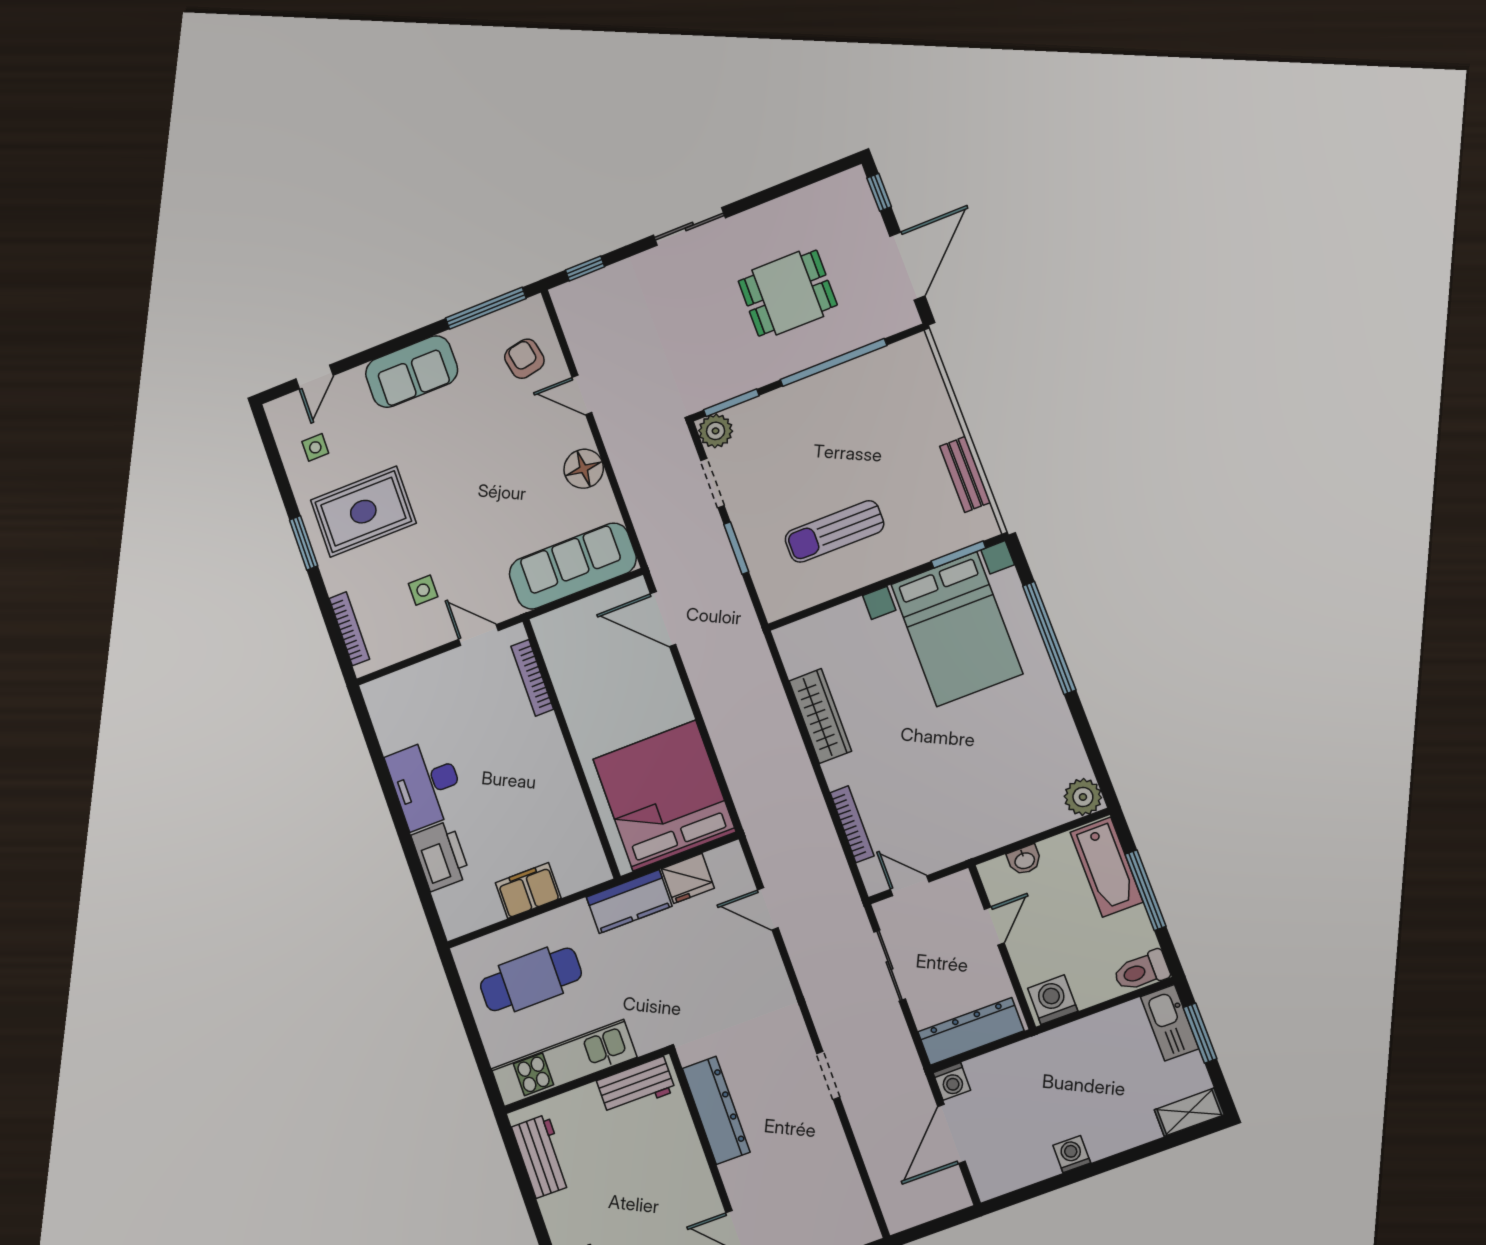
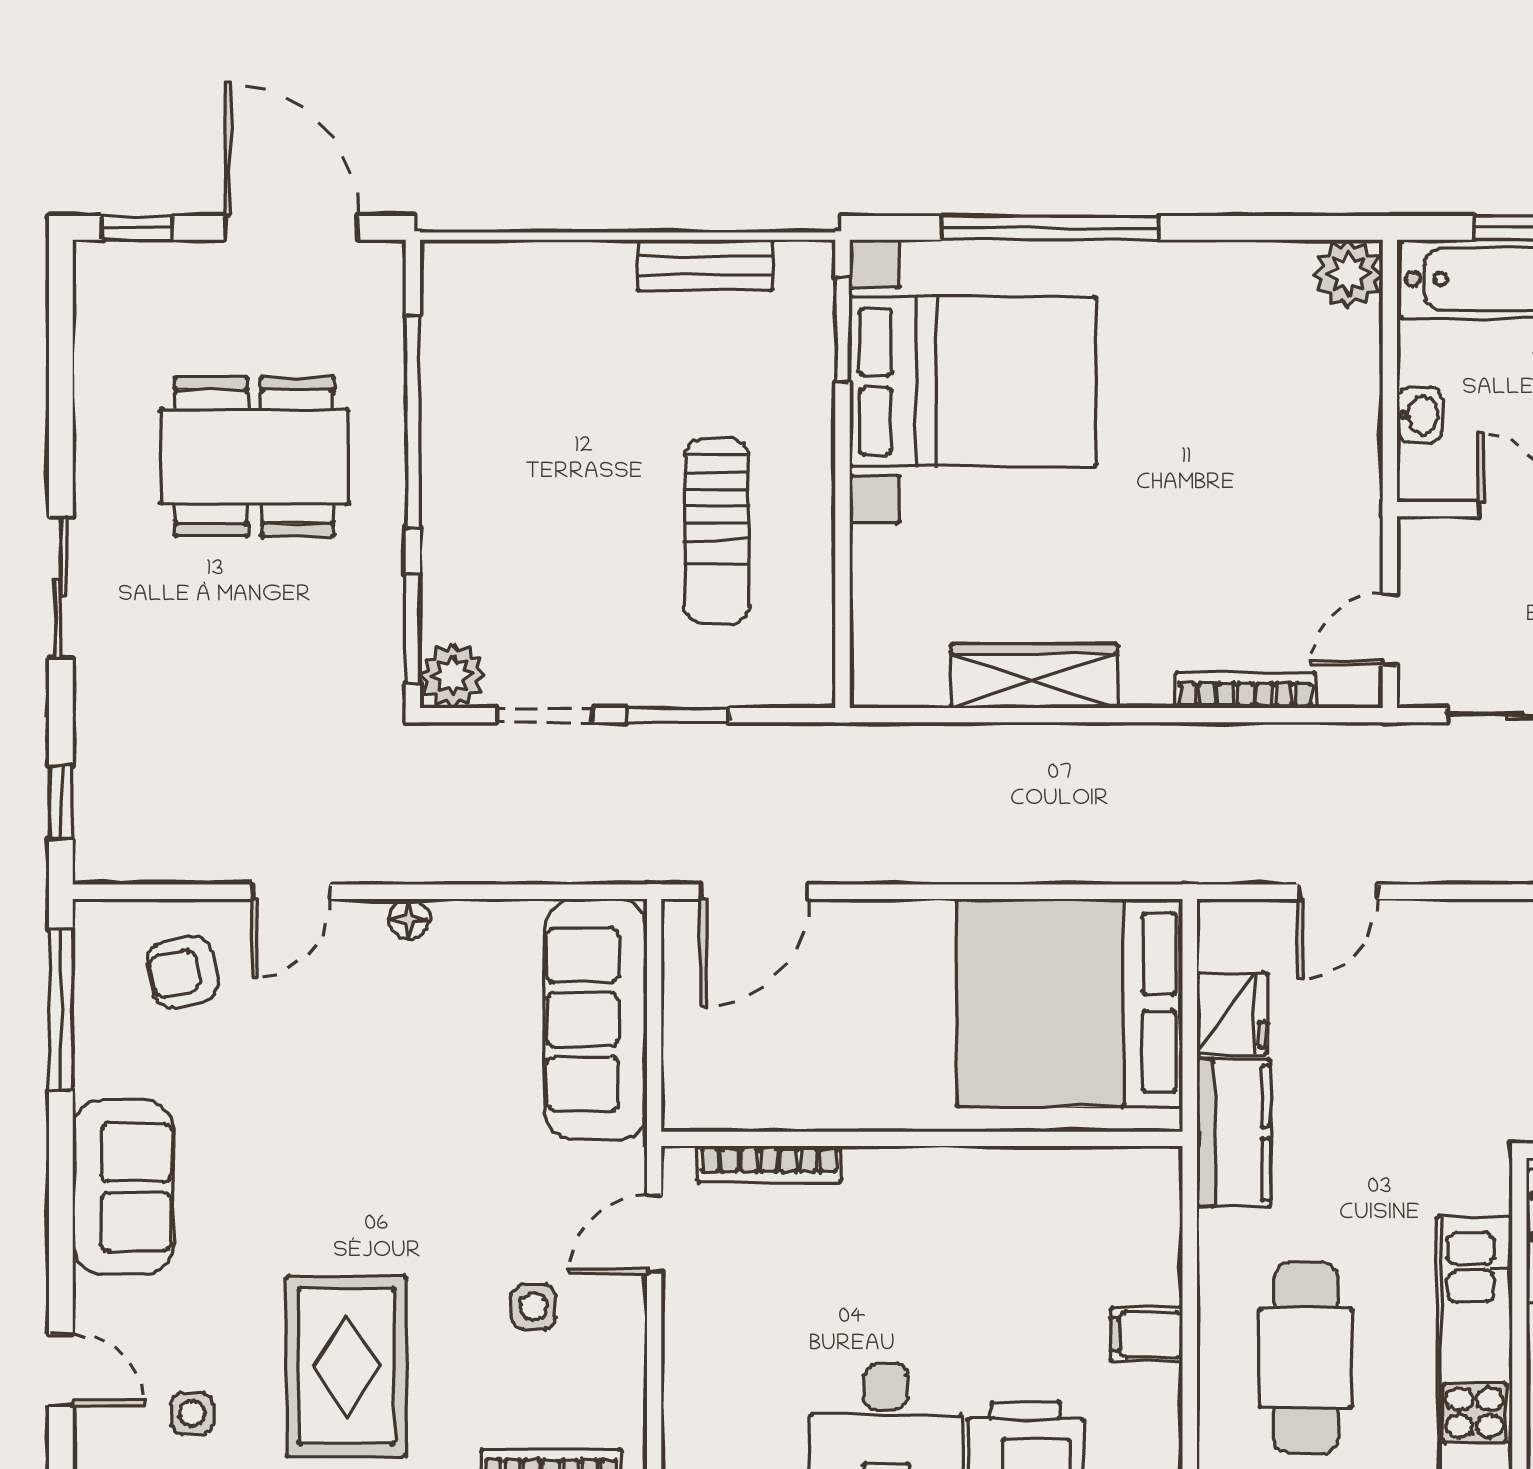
dining table: (788, 293) -> (254, 457), width x1.37
floor lamp: (584, 469) -> (409, 919), width x0.53, depth x0.53
filing cabinet: (528, 890) -> (1146, 1334), width x0.50

